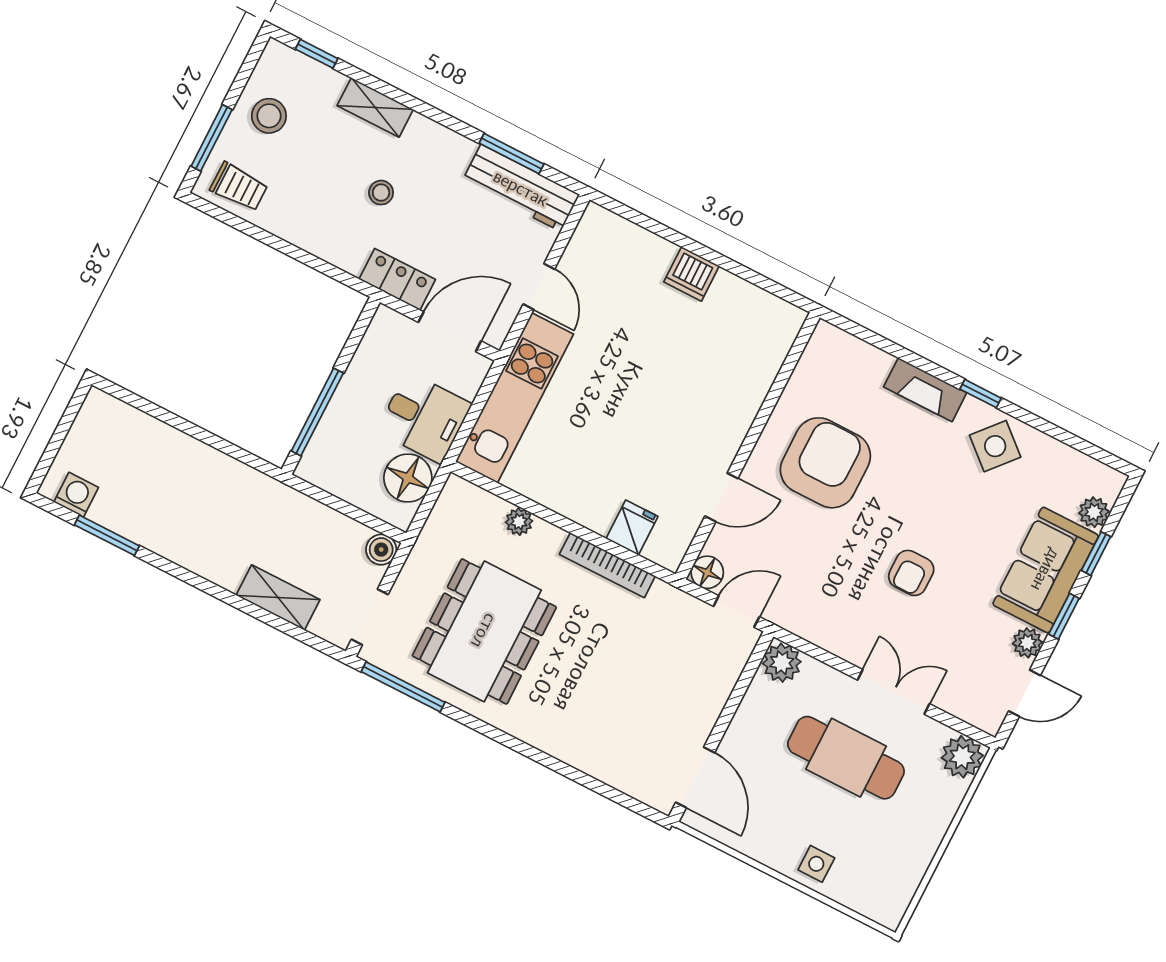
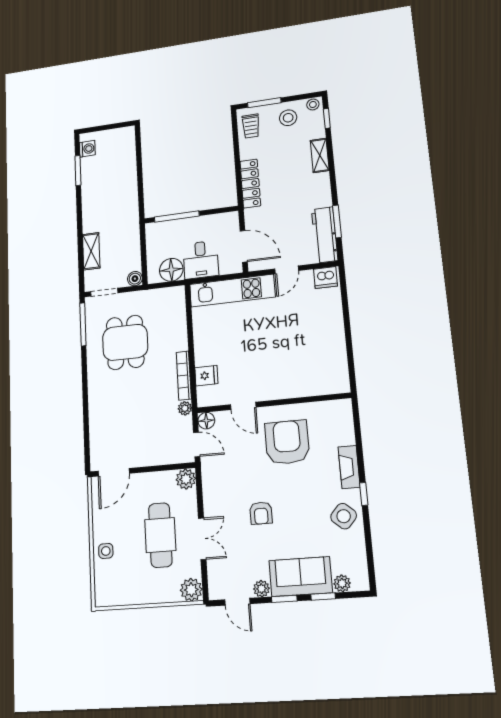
stool: (381, 193) -> (313, 104), moved
dishwasher: (691, 274) -> (325, 278), moved, turned -90
locker: (397, 279) -> (250, 184), moved, width x1.53
armchair: (825, 463) -> (287, 442), turned -90
plant: (519, 522) -> (185, 408), moved
armchair: (911, 573) -> (261, 513), turned -90
dining table: (484, 631) -> (125, 342), width x0.73

